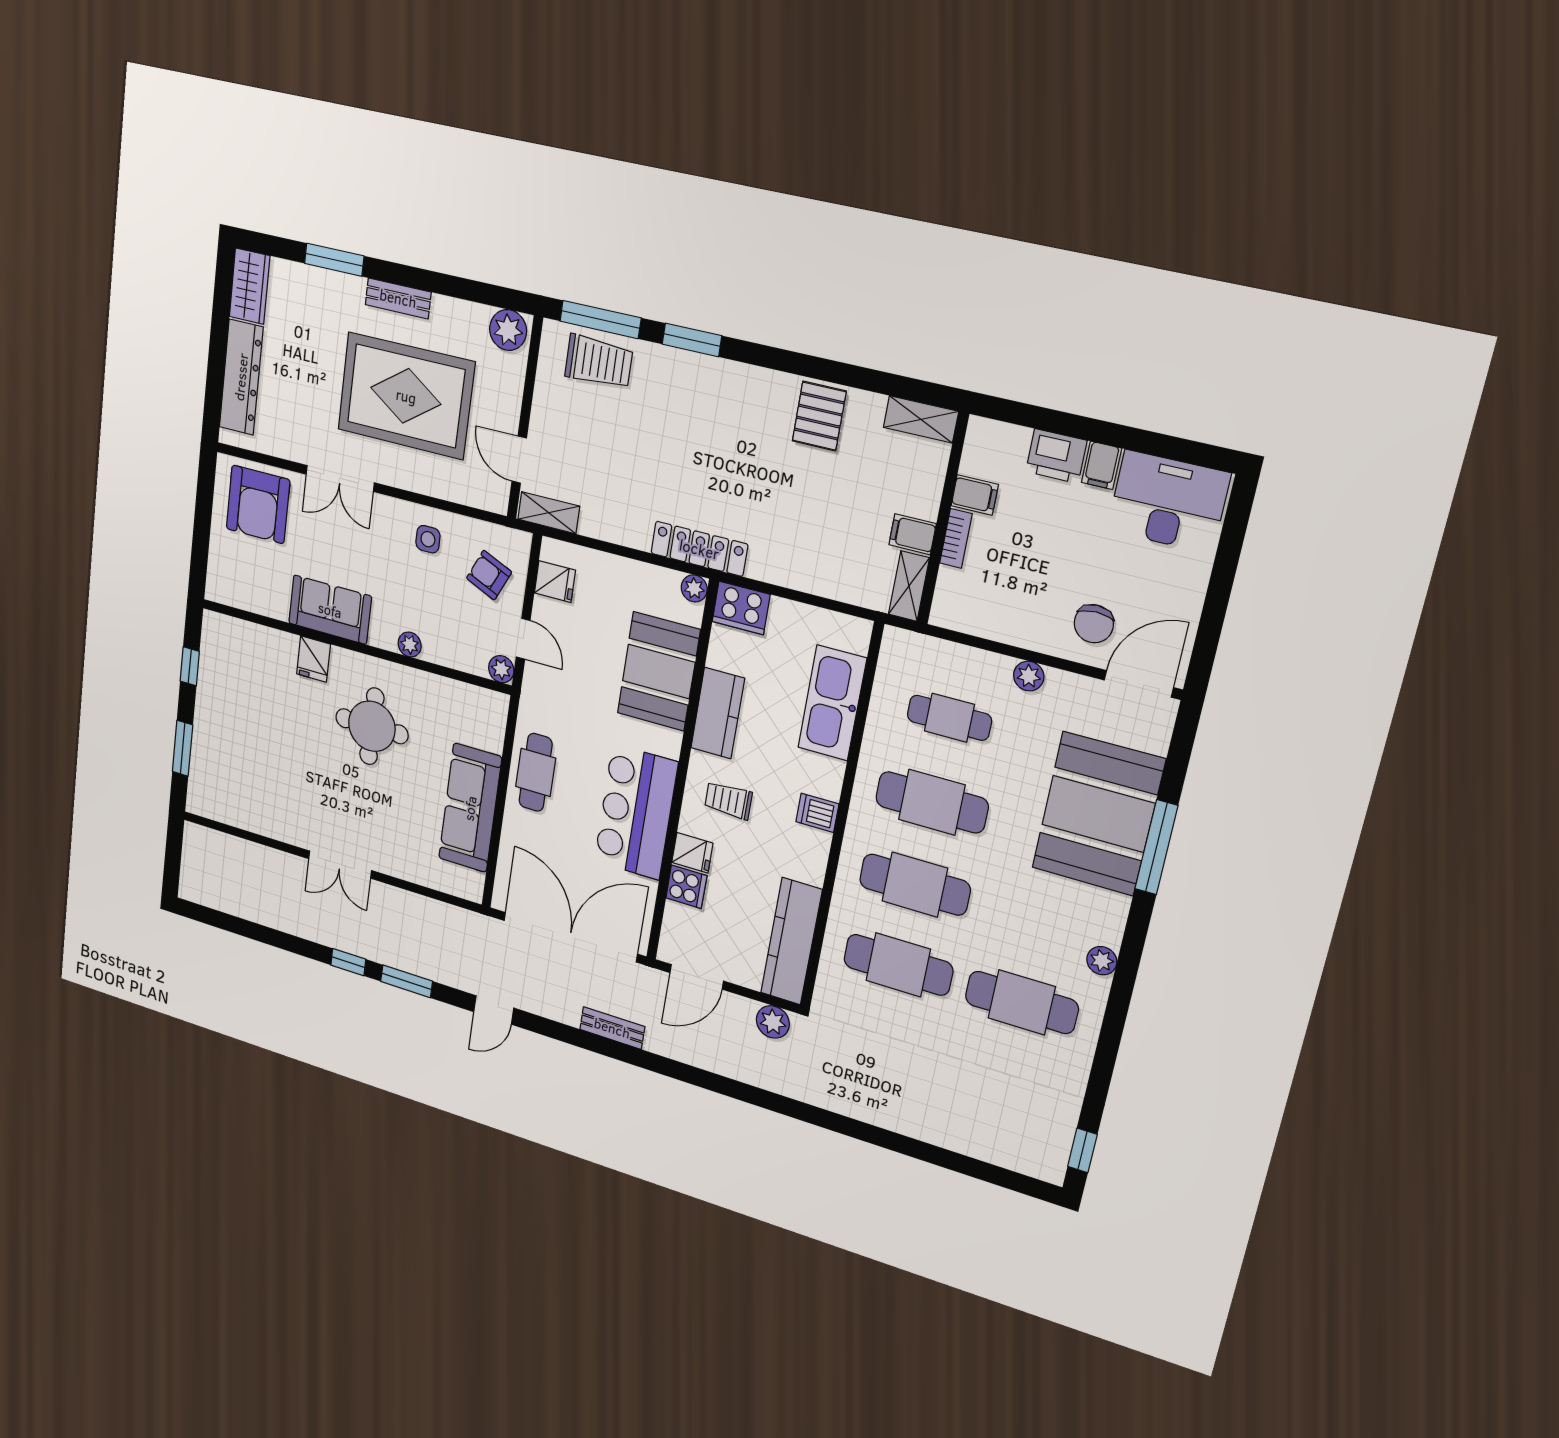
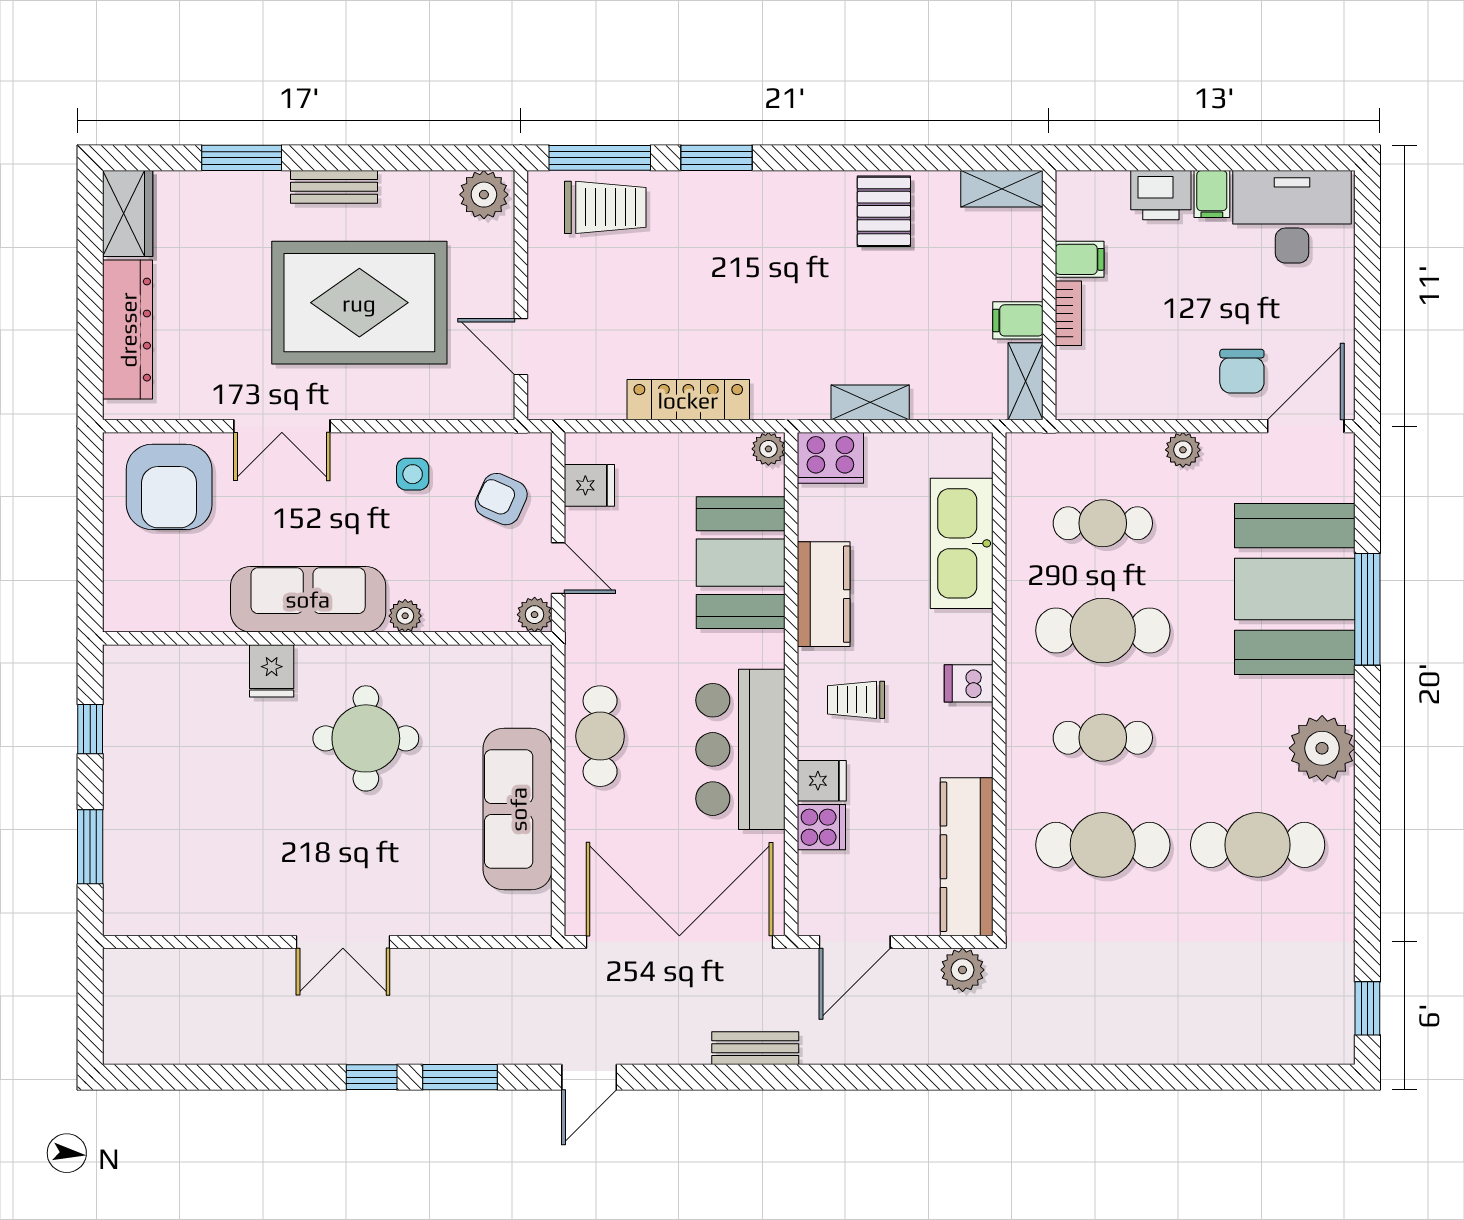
shelving: (549, 513) -> (870, 402), moved
locker: (699, 549) -> (688, 400), moved
sofa: (330, 610) -> (308, 599), width x1.36
cafe table: (915, 885) -> (1103, 738), width x0.73, depth x0.74
plant: (1102, 961) -> (1322, 748), width x1.88, depth x1.88

